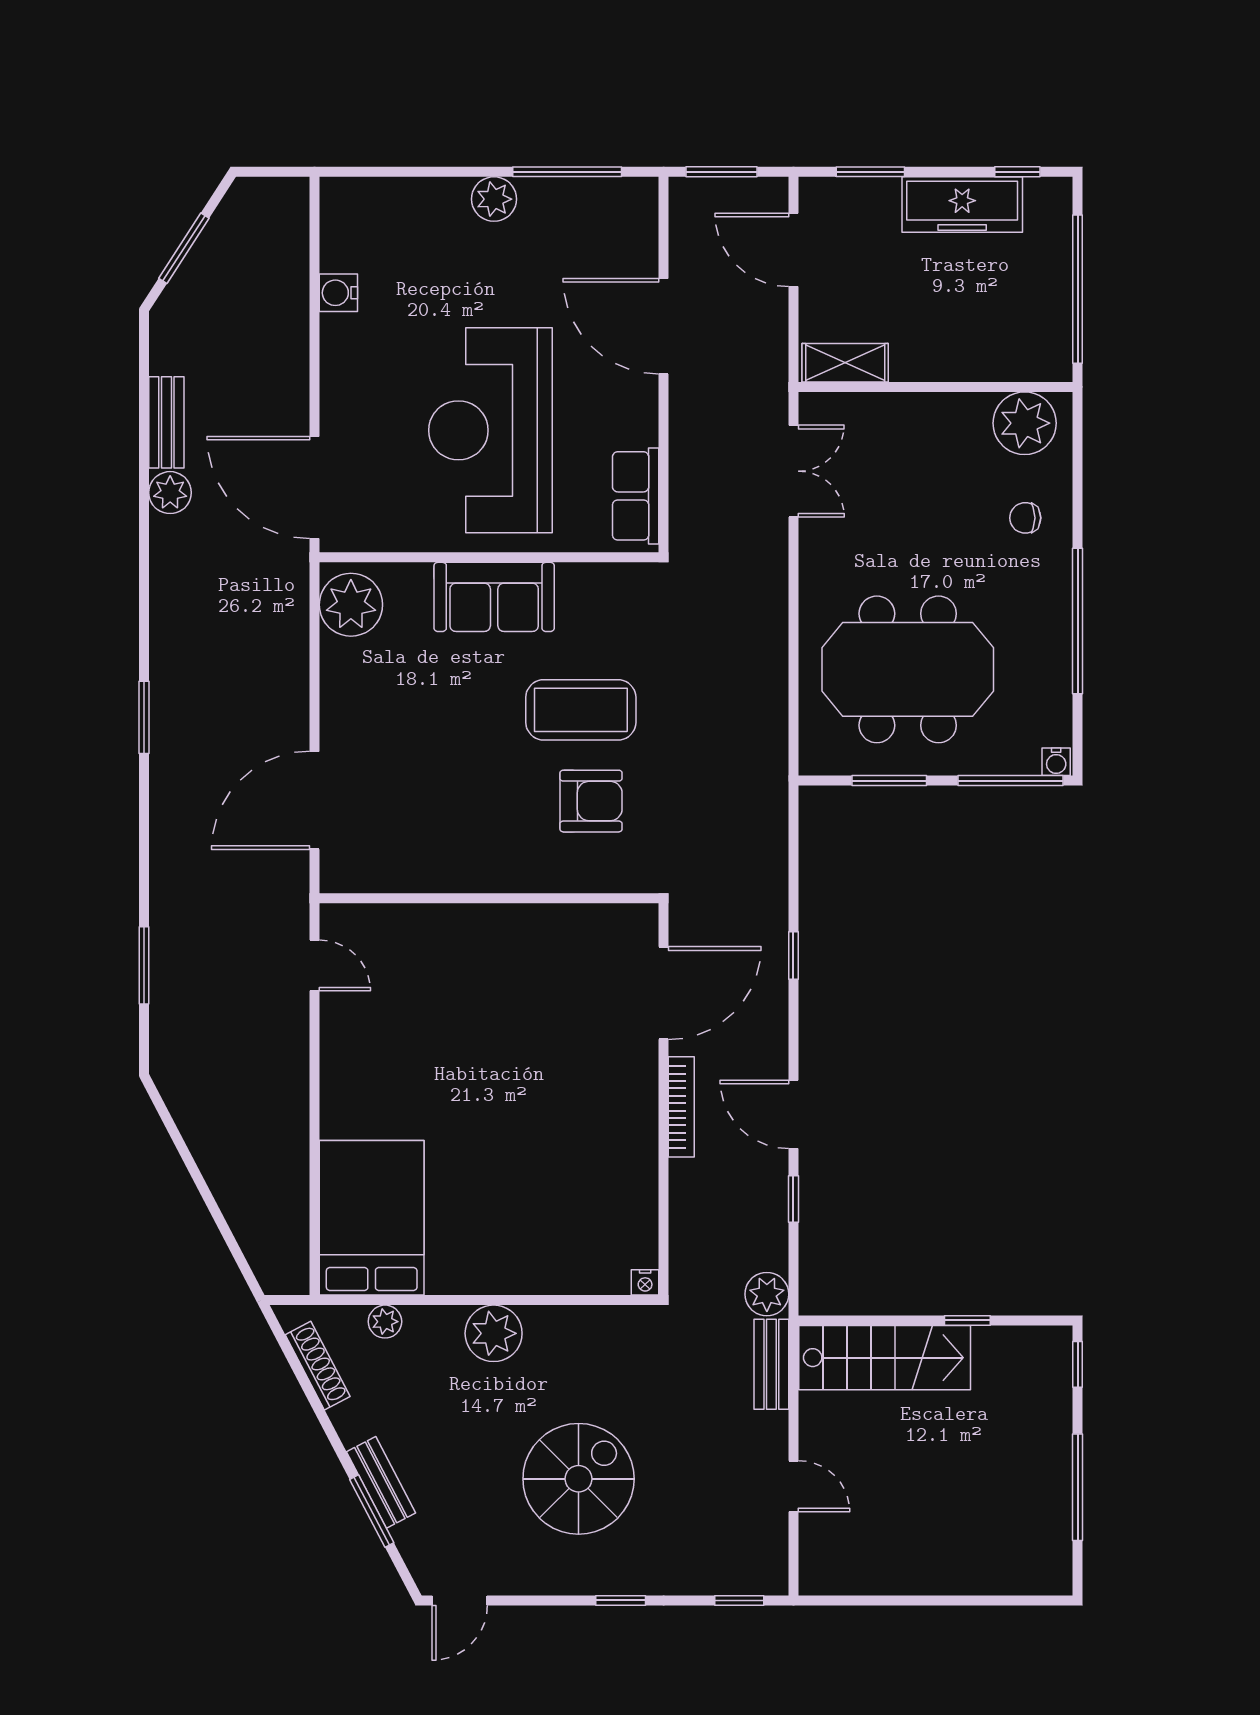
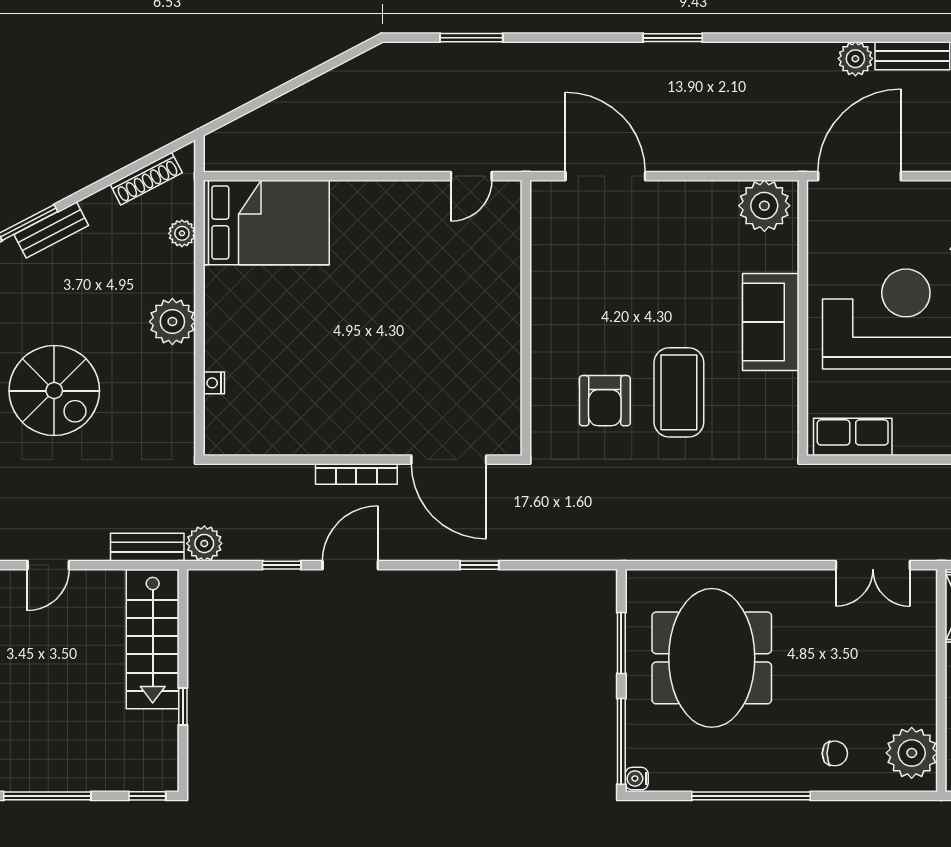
chair: (1025, 518) -> (835, 753), turned 90
nightstand: (645, 1282) -> (214, 383), moved

